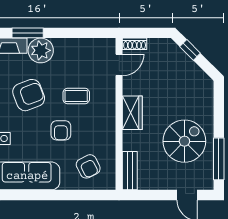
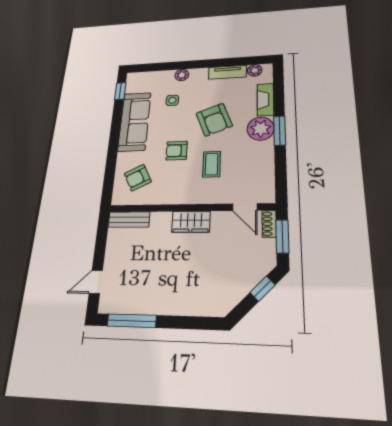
window: (28, 33) -> (280, 131), moved
window: (146, 33) -> (282, 236), added
spiral stairs: (184, 141) -> (155, 280), removed

